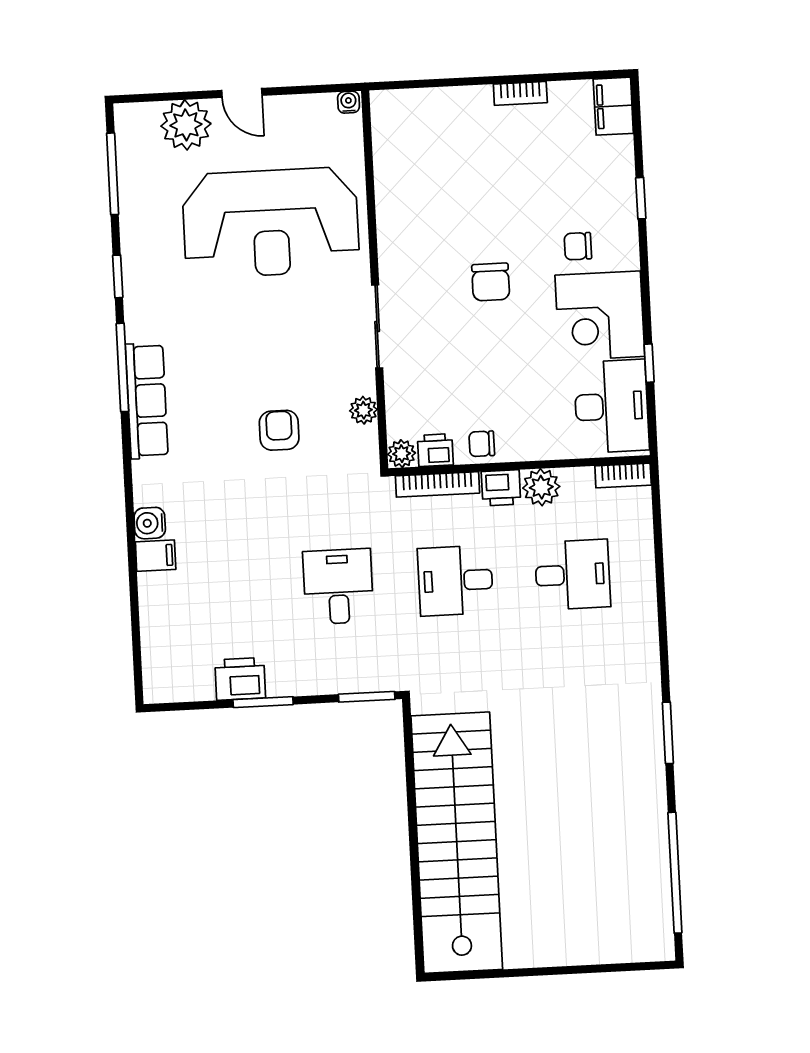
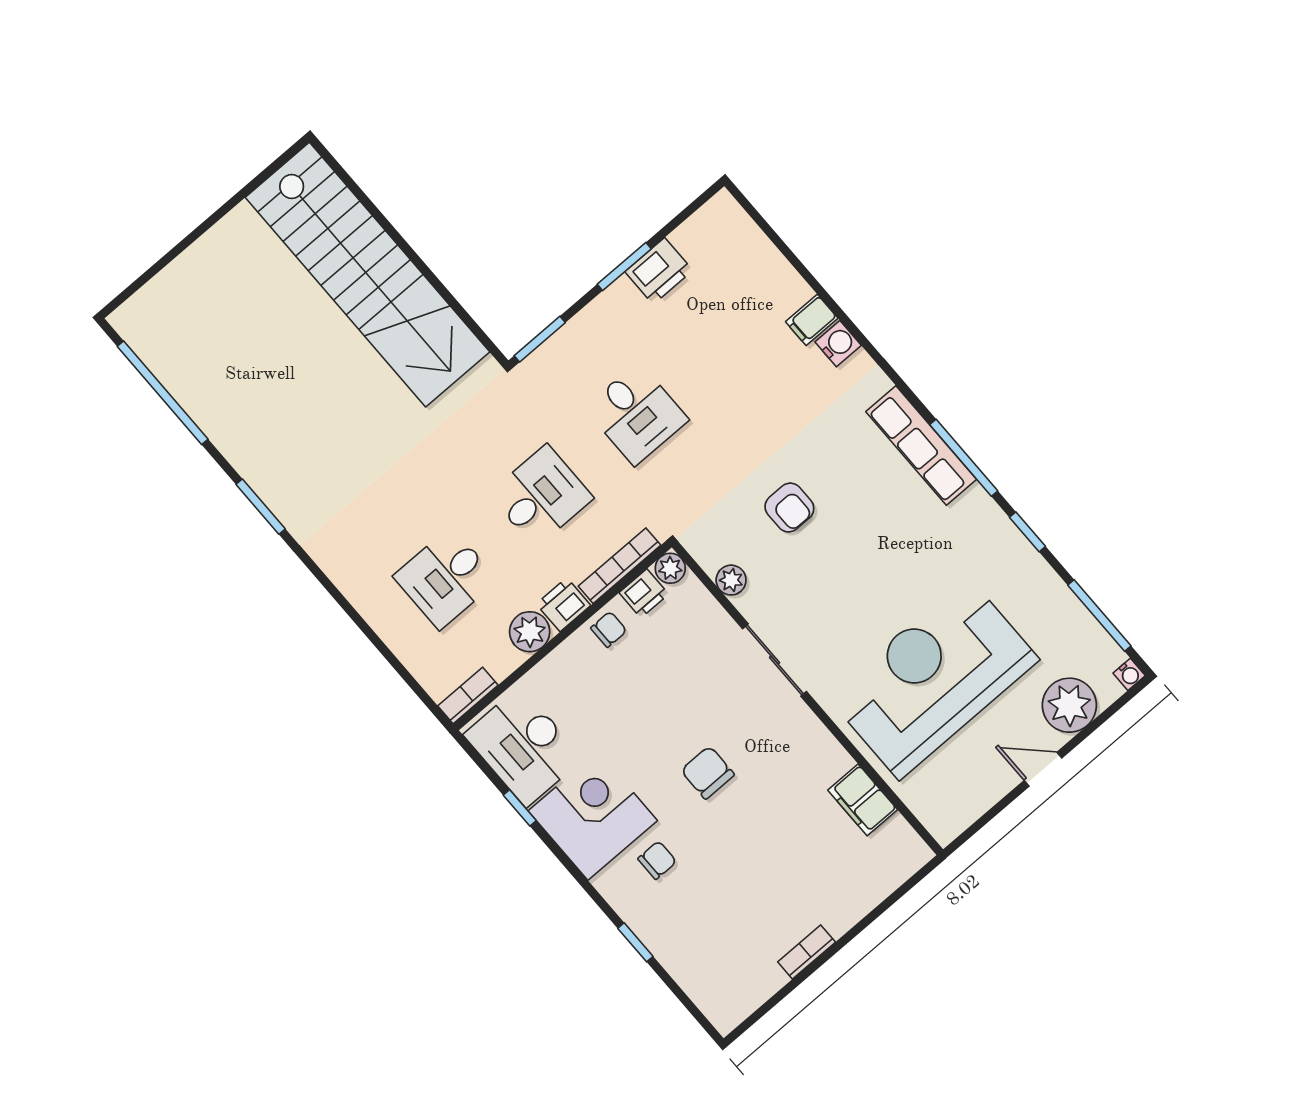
water cooler: (349, 102) -> (1129, 674), moved
filing cabinet: (613, 106) -> (863, 800), moved, turned 180

